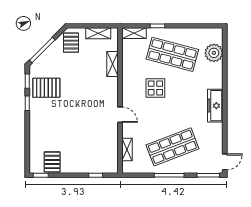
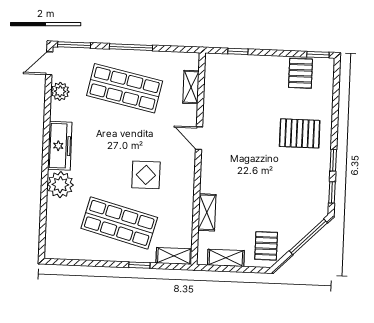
plant: (214, 53) -> (60, 185), moved
pallet: (46, 88) -> (300, 133), moved
plant: (217, 143) -> (60, 91), added
shop shelf: (172, 147) -> (125, 88), turned 33

